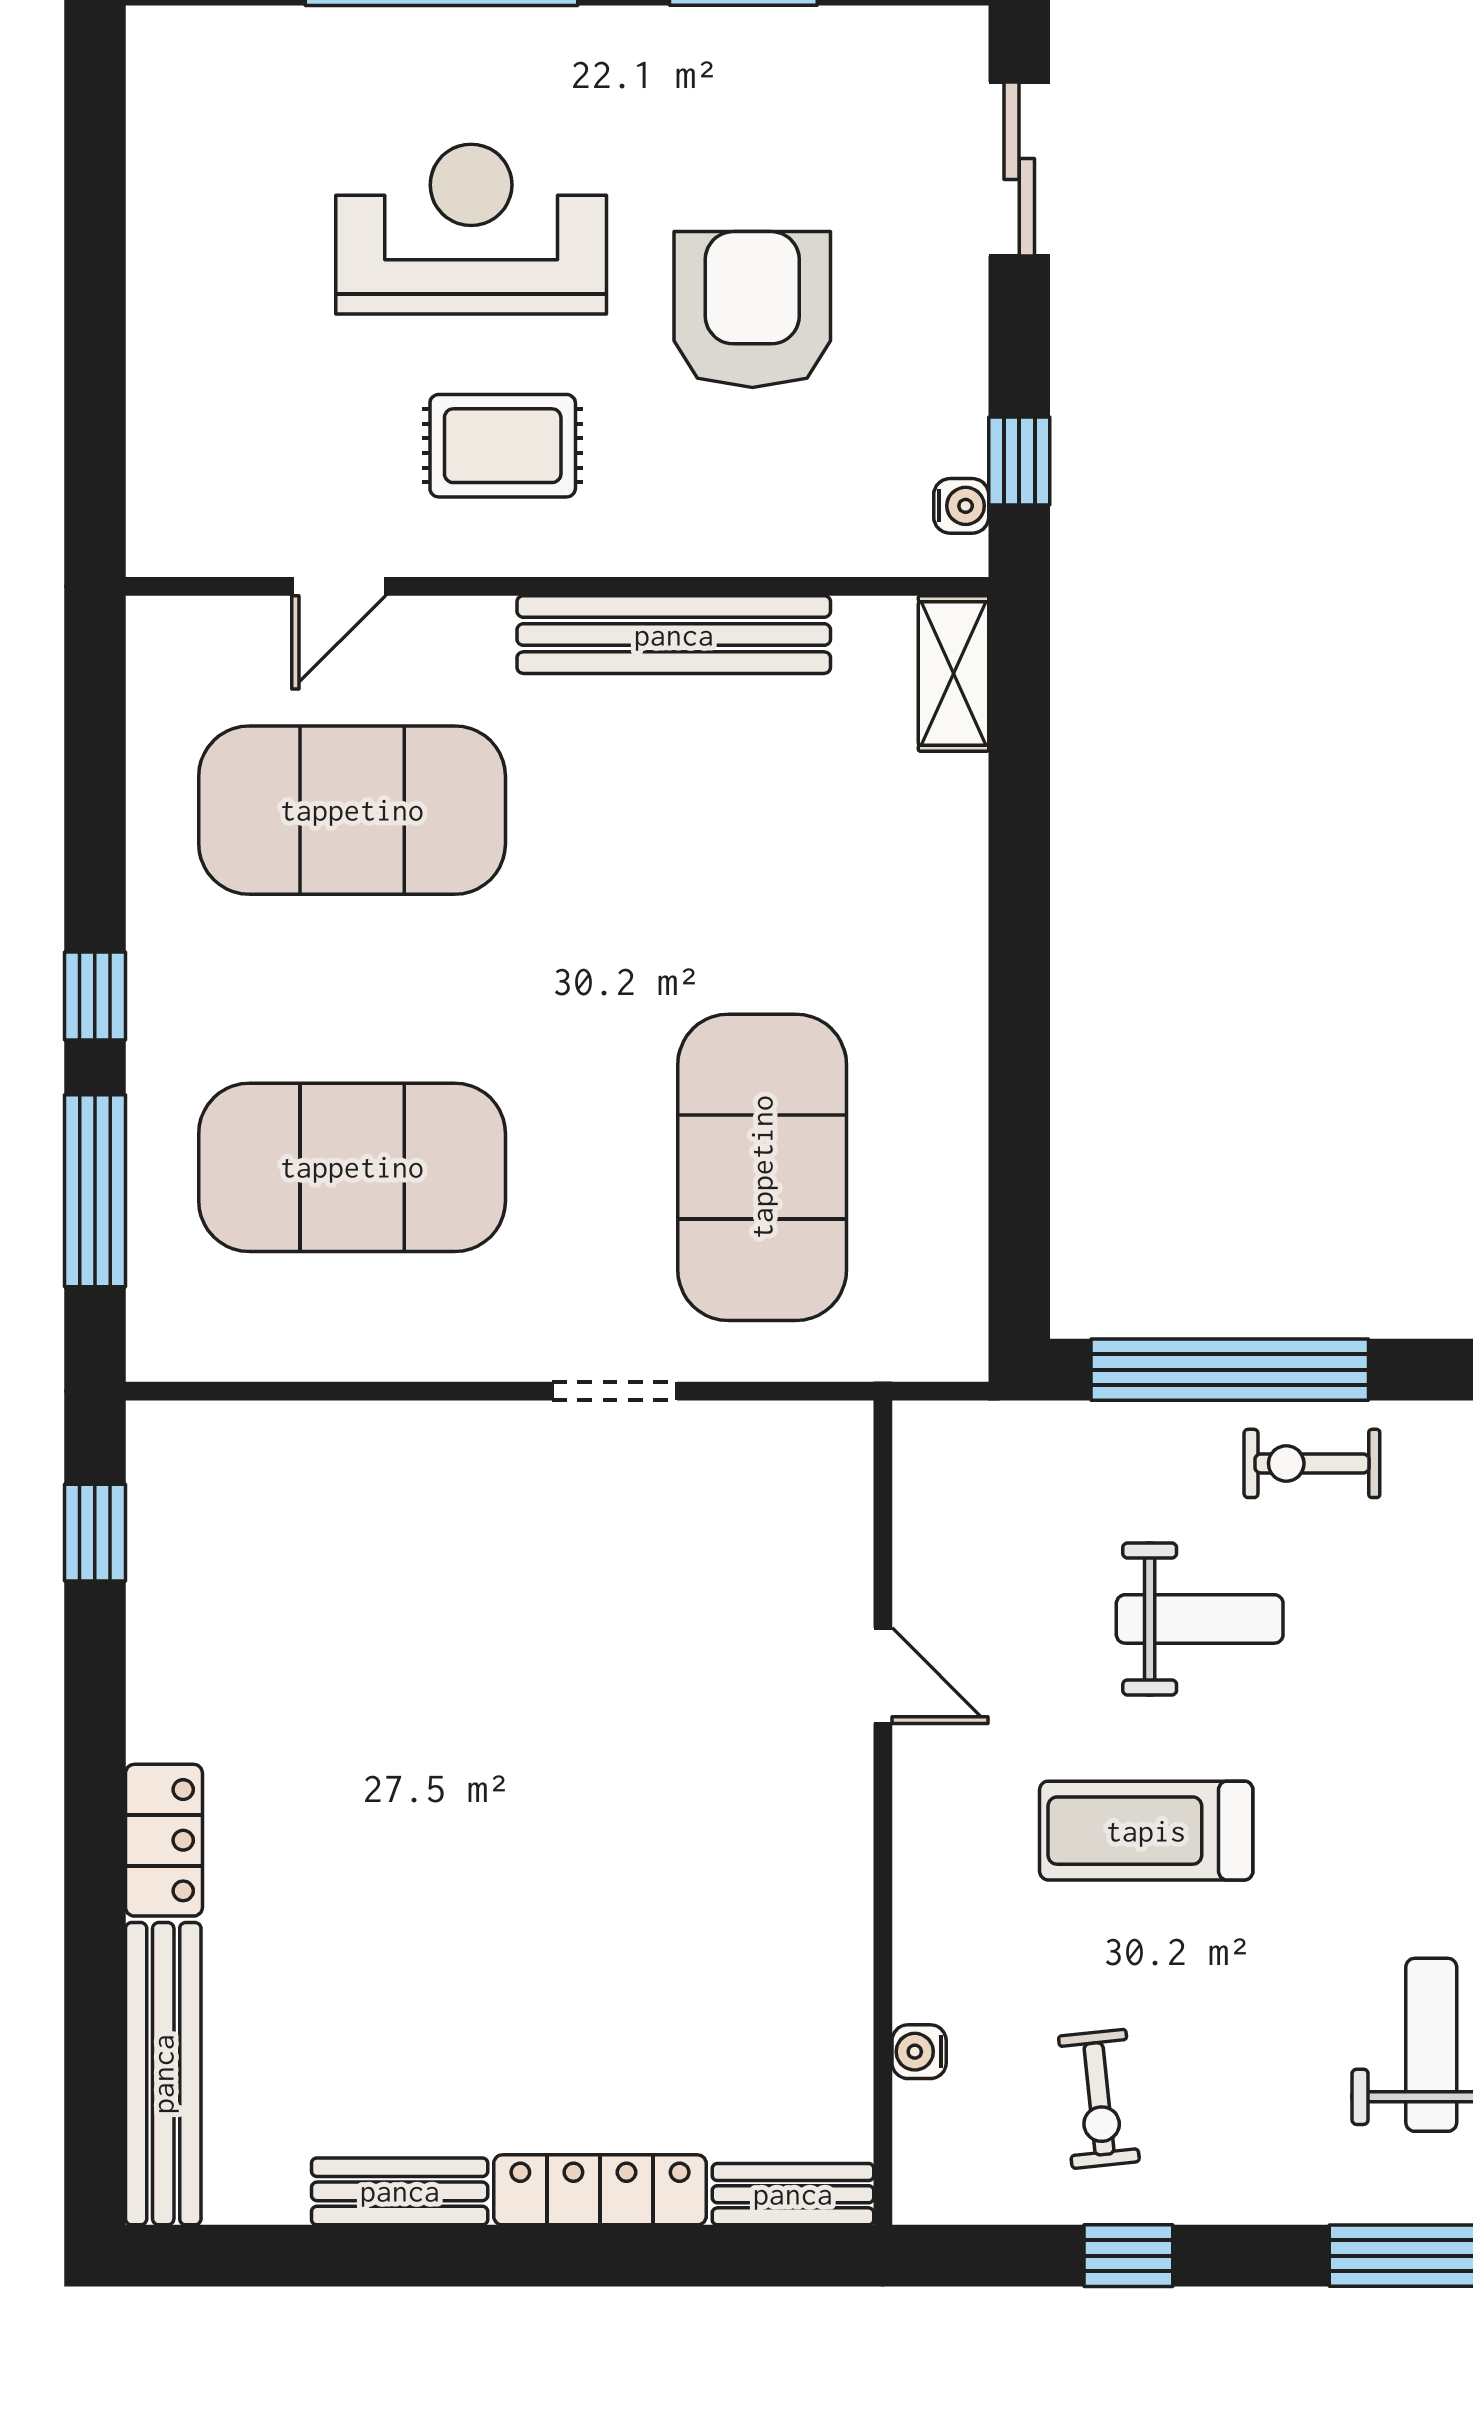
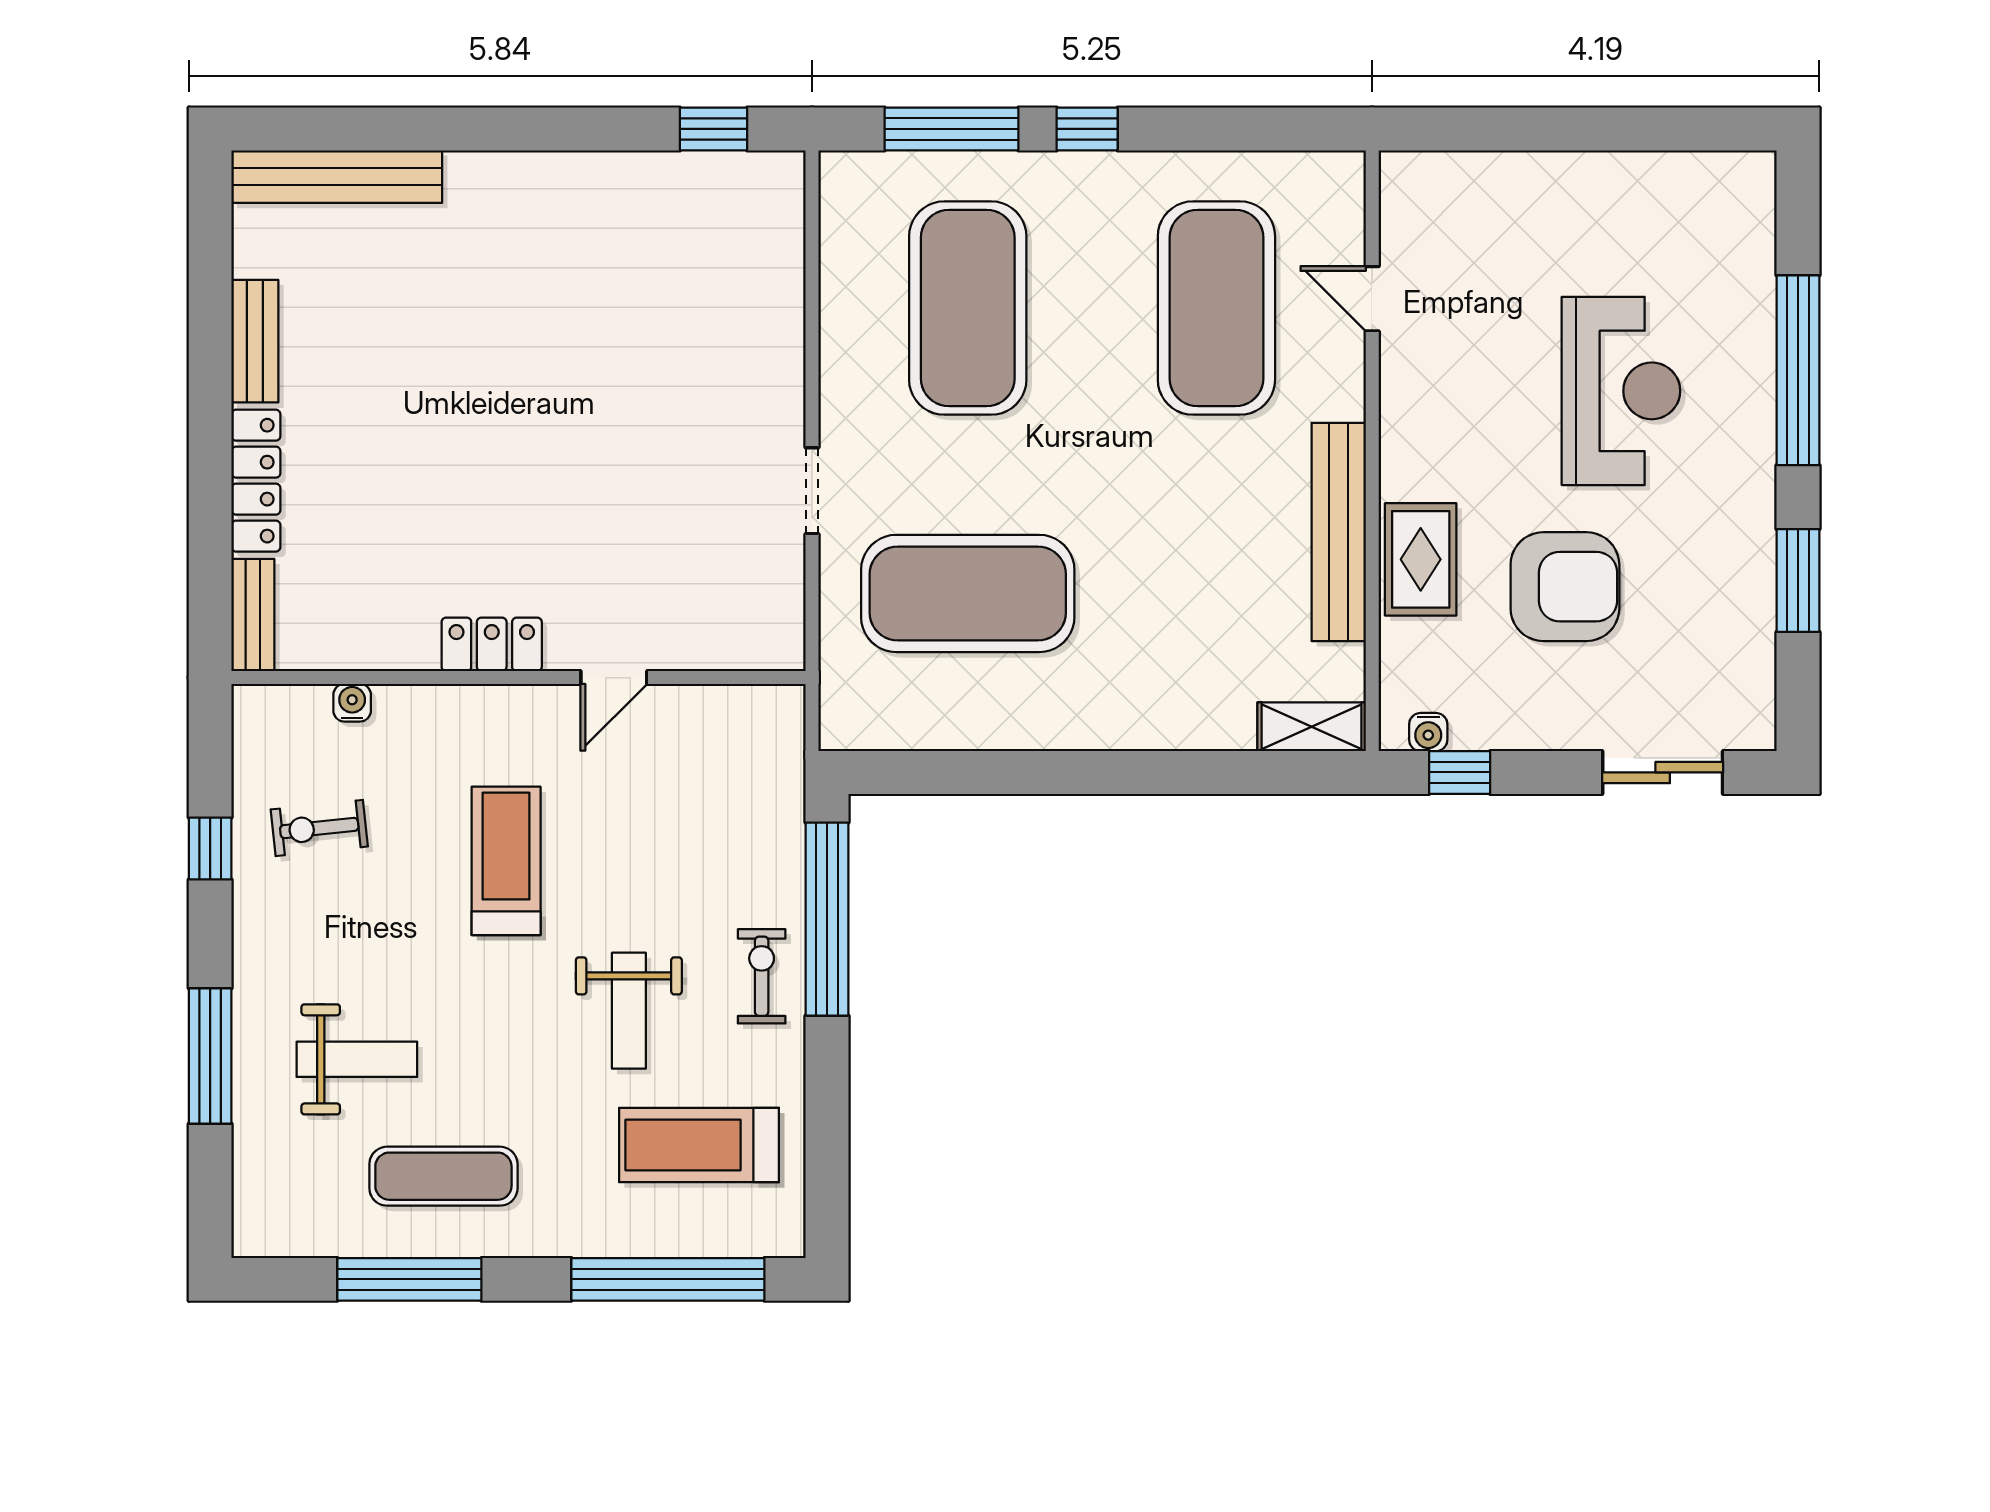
rug: (503, 446) -> (1421, 559), moved
weight bench: (1200, 1619) -> (629, 1011), moved
locker: (164, 1840) -> (492, 644), moved, turned 180

